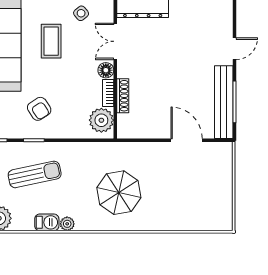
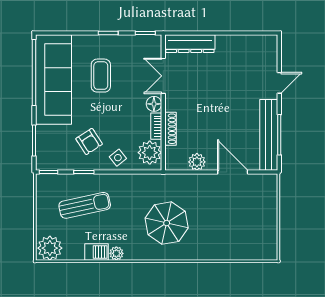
side table: (81, 13) -> (118, 158), moved
plant: (150, 130) -> (197, 162), added

